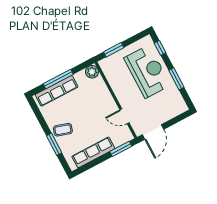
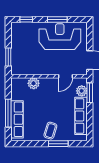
plant: (92, 72) -> (34, 83), moved
reception desk: (147, 72) -> (60, 37), moved
plant: (118, 140) -> (82, 91), added

